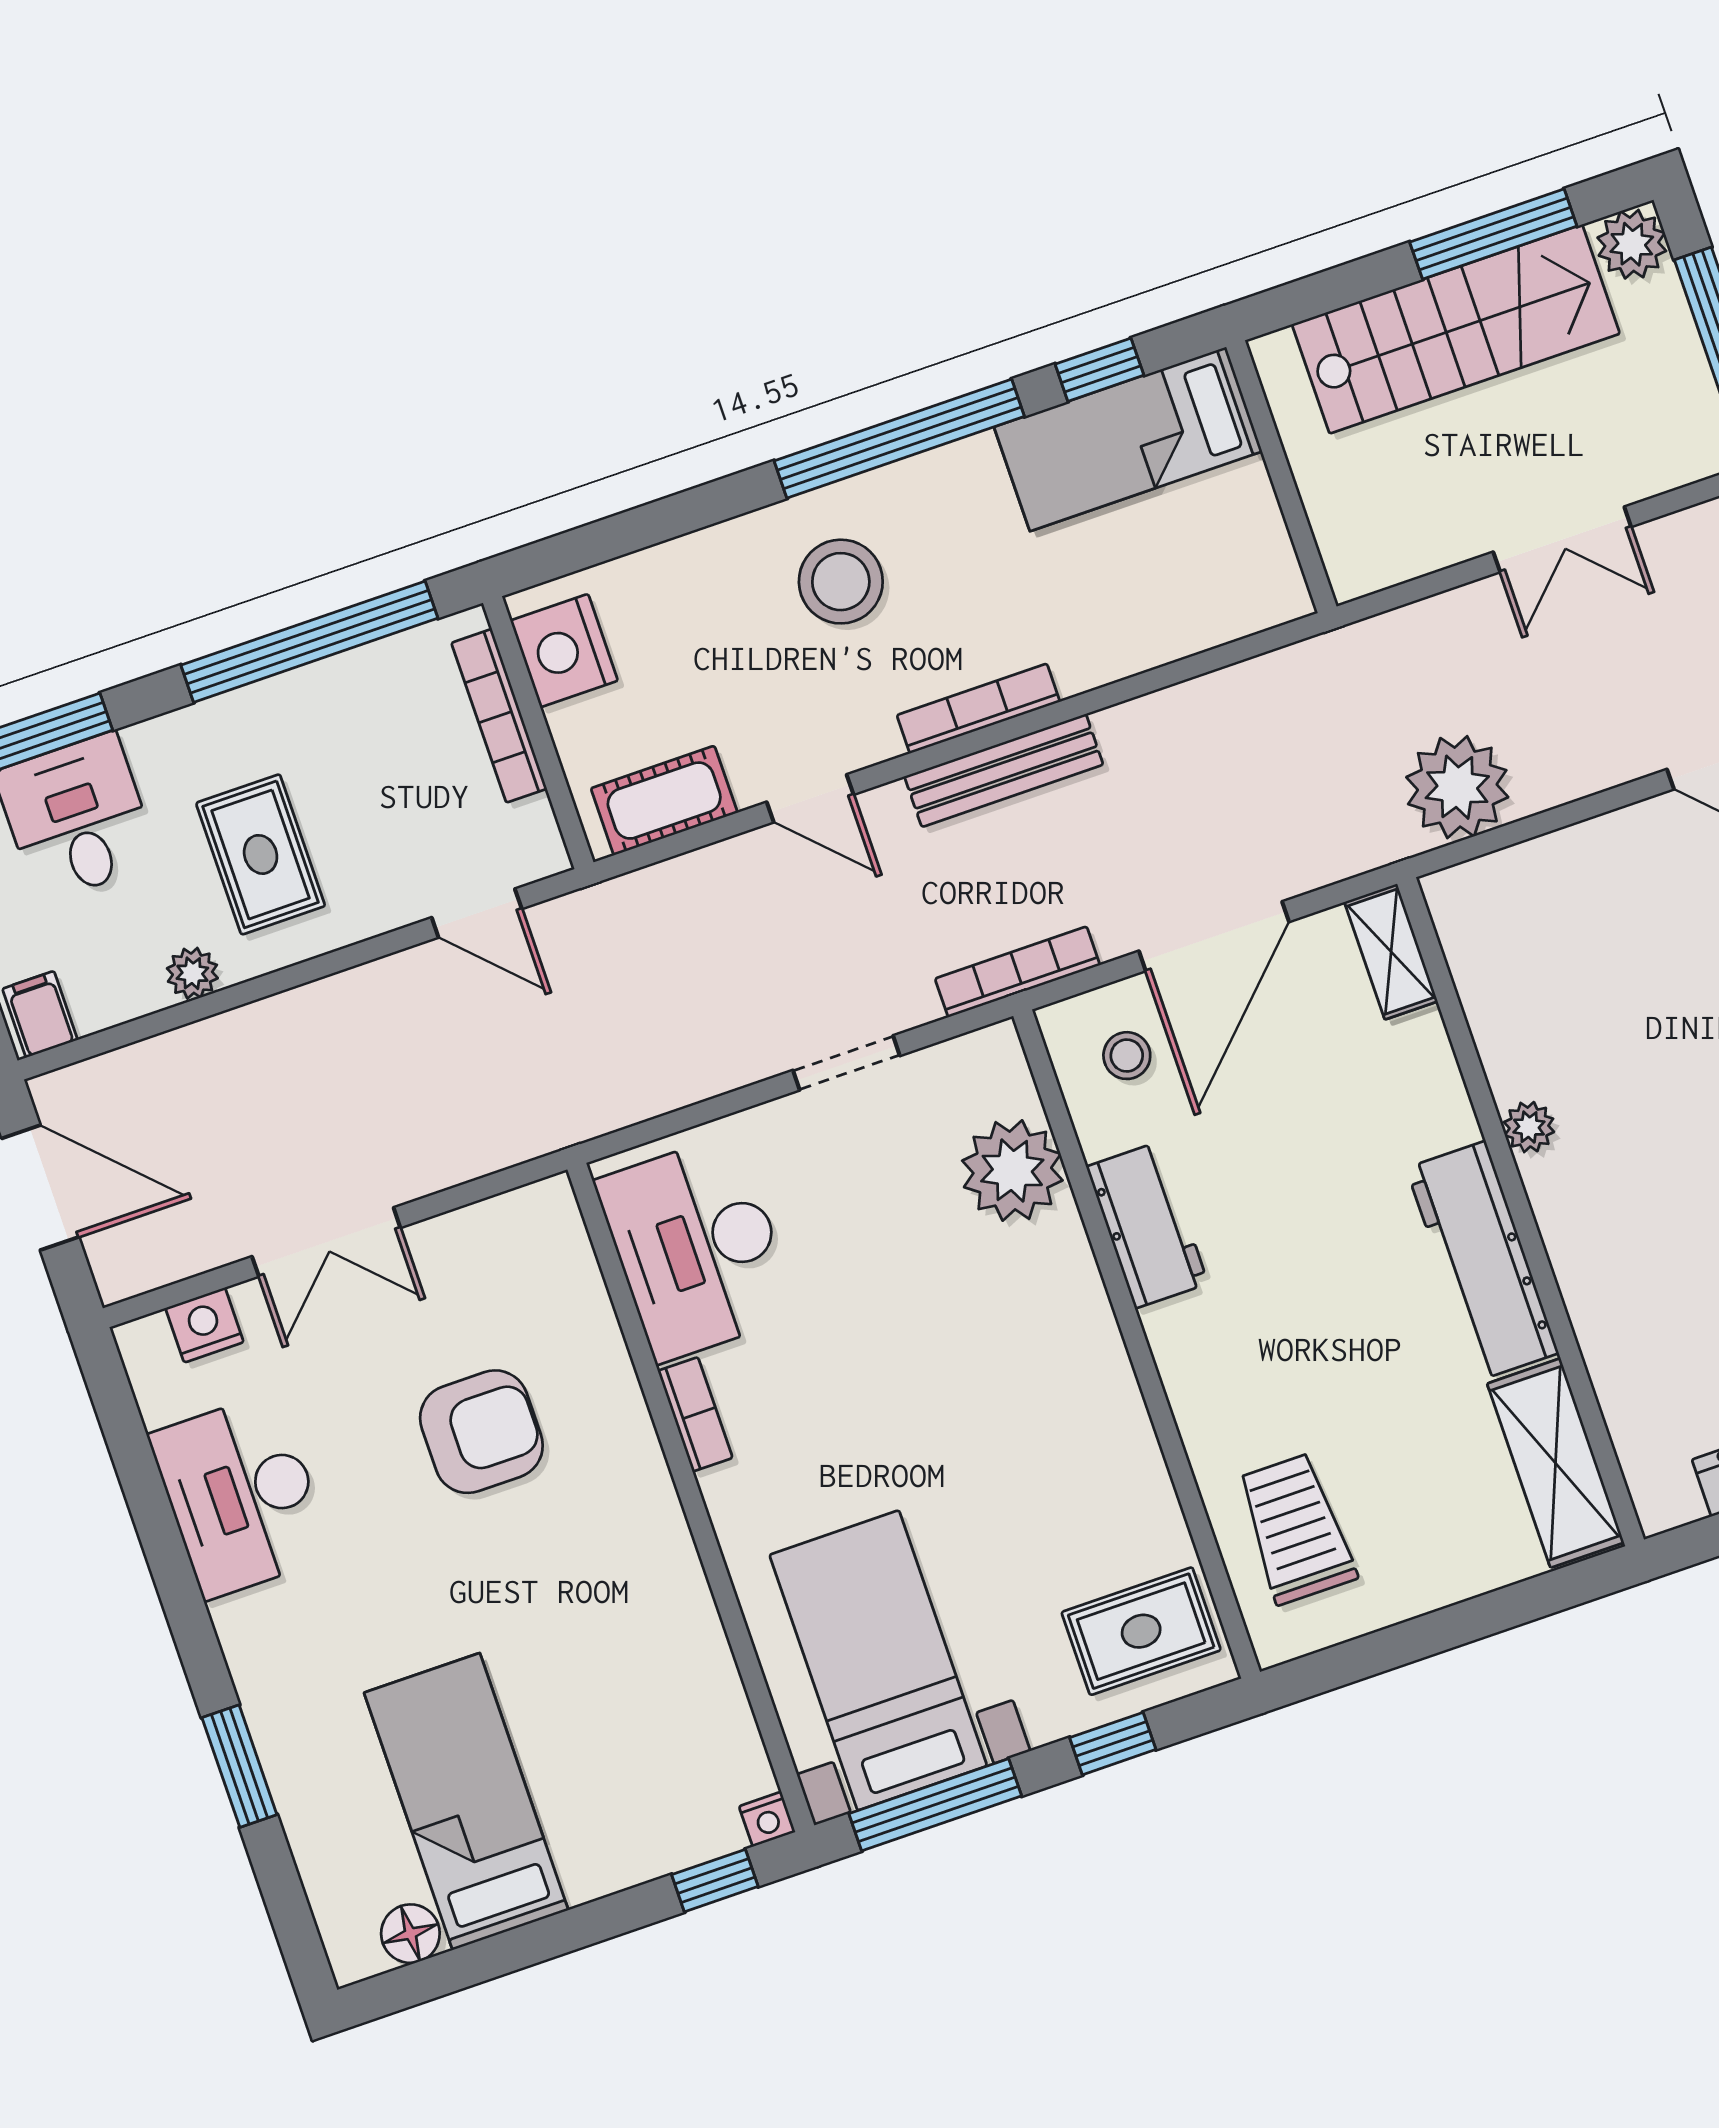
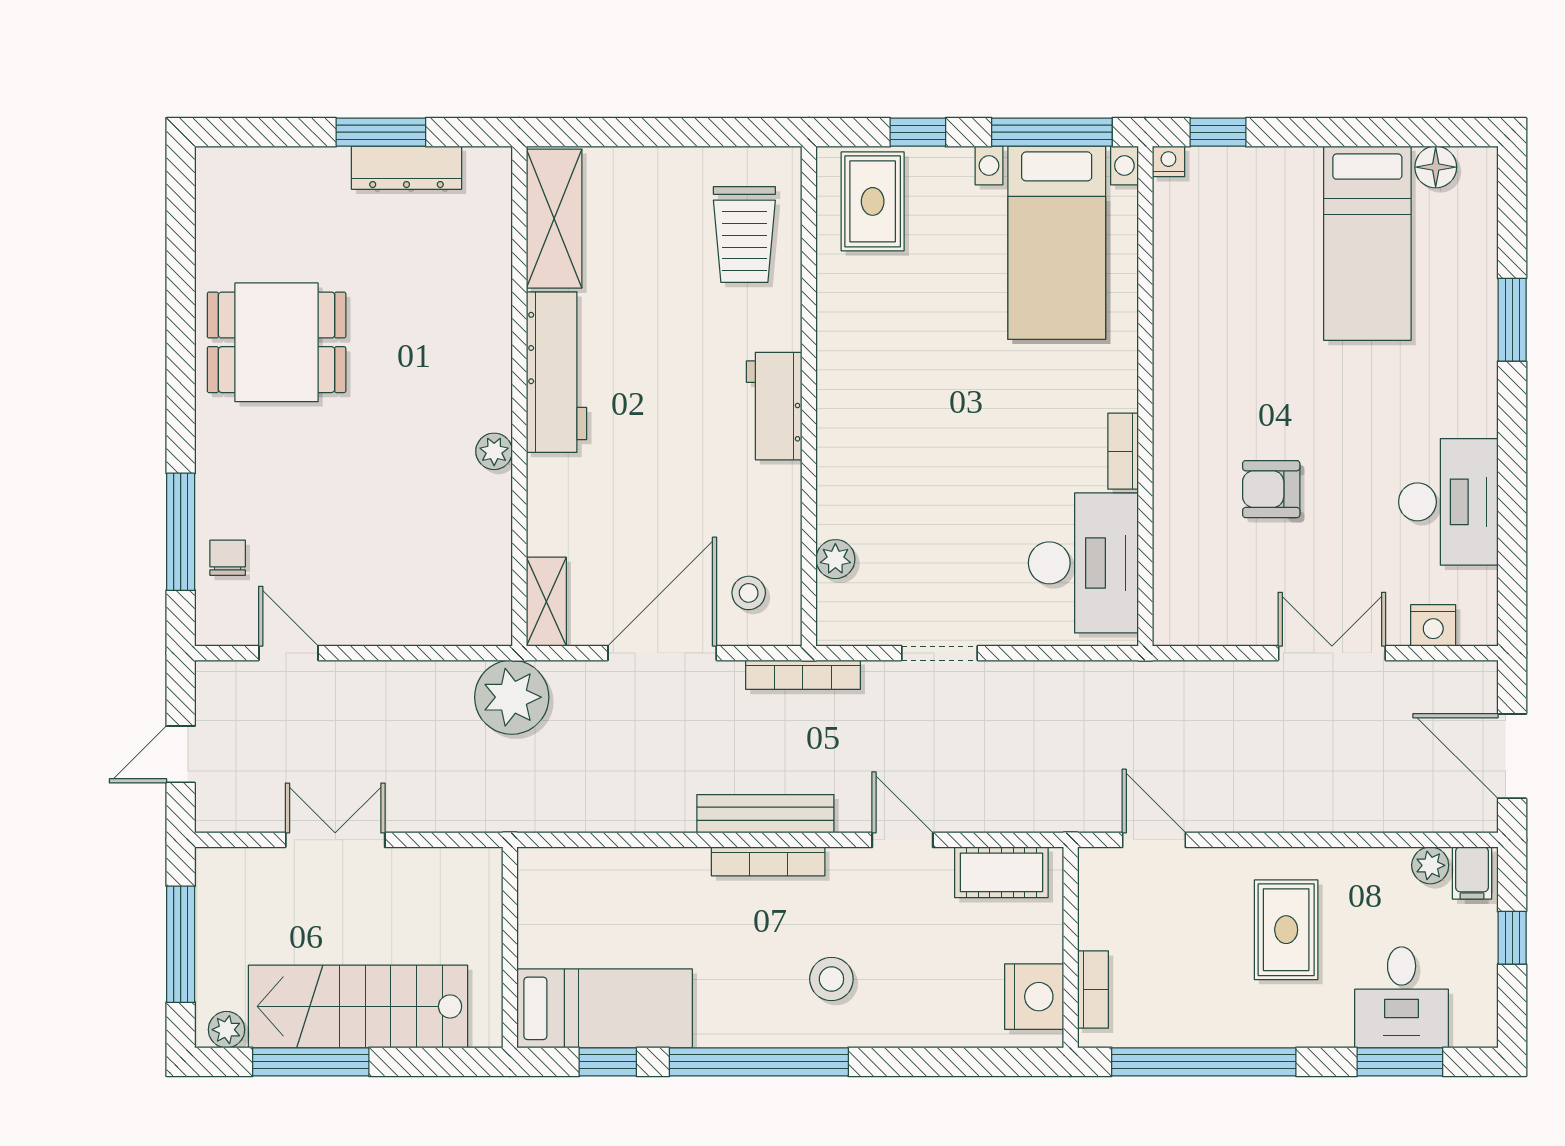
plant: (1632, 244) -> (226, 1030), width x0.73, depth x0.73
stool: (841, 582) -> (831, 979), width x0.73, depth x0.73
bookcase: (499, 716) -> (1093, 990), width x0.64
plant: (1457, 787) -> (512, 697), moved
plant: (192, 973) -> (1430, 865), moved
plant: (1012, 1170) -> (835, 559), width x0.53, depth x0.53
workbench: (1147, 1225) -> (774, 406), moved
armchair: (481, 1432) -> (1271, 489), width x0.72, depth x0.72
rug: (1141, 1631) -> (873, 201), turned 90

